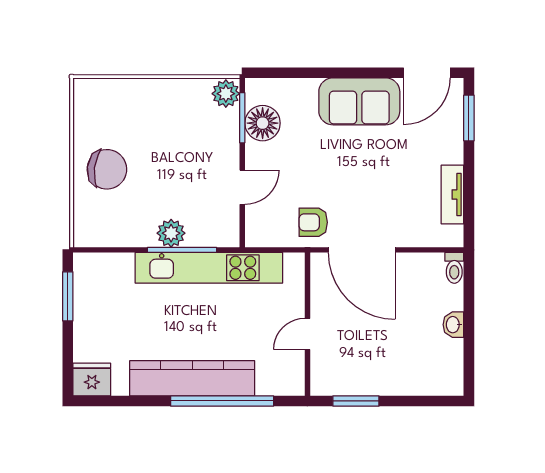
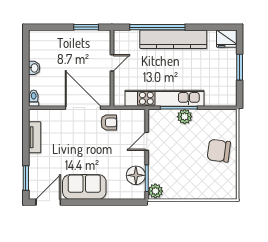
window: (68, 296) -> (240, 67), moved

